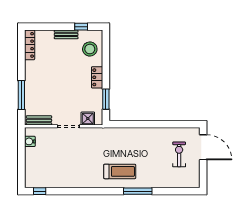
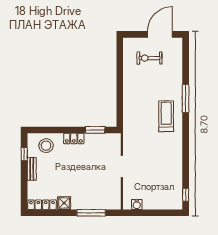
shower: (88, 119) -> (64, 203), moved
bench: (39, 120) -> (116, 196), removed
door: (203, 147) -> (160, 34), moved

